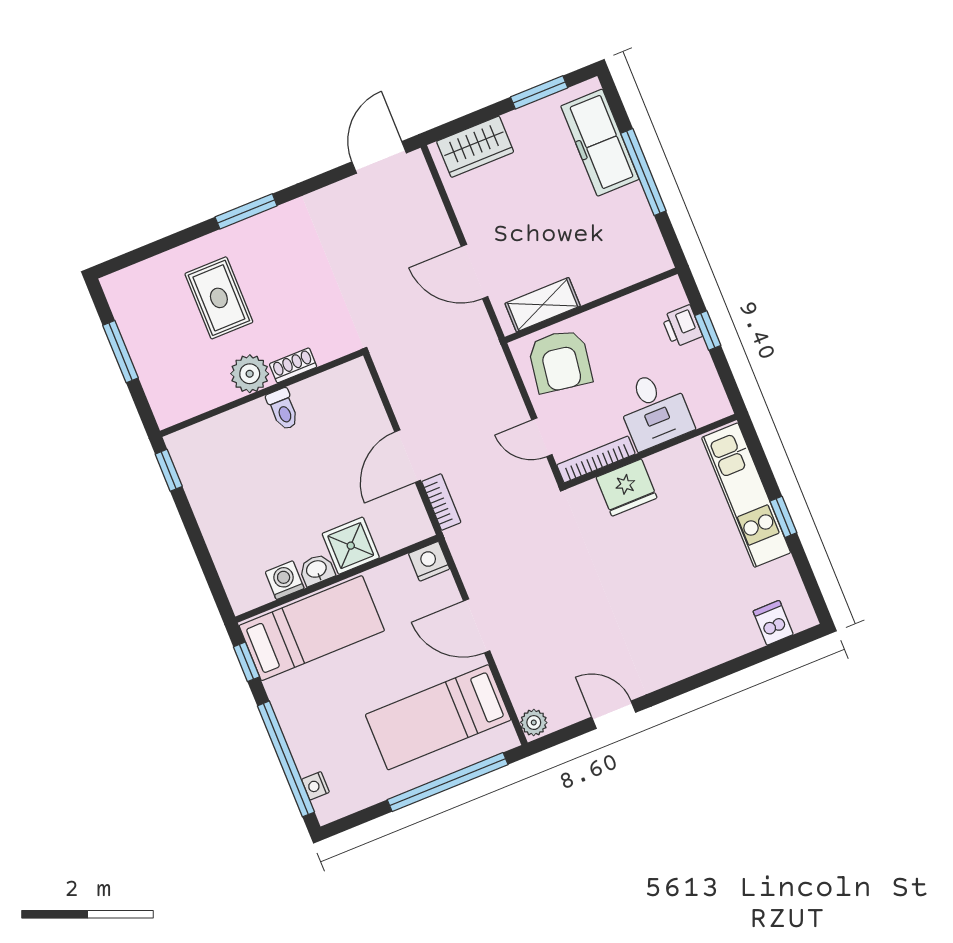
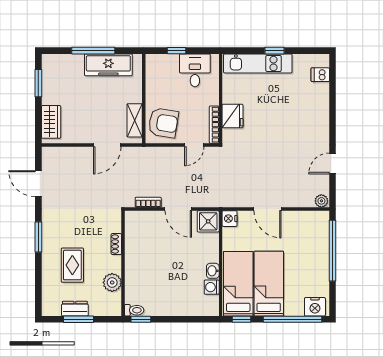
freezer: (600, 143) -> (108, 65), moved
door: (379, 157) -> (38, 184), moved
rug: (219, 298) -> (72, 265), turned 90
printer: (682, 326) -> (170, 62), removed
dresser: (138, 336) -> (75, 309), added
plant: (250, 374) -> (112, 282), moved
toilet: (283, 409) -> (134, 310), moved
desk: (654, 410) -> (195, 70), moved, turned -90
bookcase: (441, 502) -> (148, 202), moved
shower: (351, 546) -> (208, 221), moved
door: (477, 626) -> (267, 209), hinge flipped
bed: (438, 717) -> (269, 284), moved, turned 180
nightstand: (315, 786) -> (315, 307), width x1.89, depth x1.79

